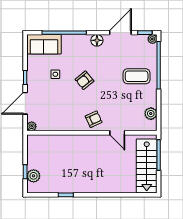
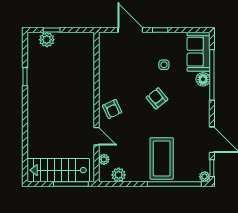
floor lamp: (97, 40) -> (203, 79), moved
coffee table: (137, 76) -> (162, 158), width x1.36, depth x1.32
plant: (32, 126) -> (104, 159), moved
door: (117, 133) -> (96, 136), swing flipped

